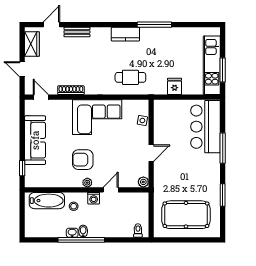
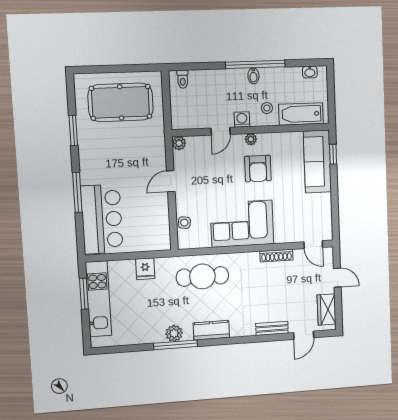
plant: (155, 34) -> (174, 333), added
cafe table: (130, 77) -> (202, 276), width x1.37, depth x1.35
sofa: (35, 140) -> (317, 162), moved
armchair: (83, 160) -> (258, 169), turned 90
washbasin: (72, 233) -> (310, 72), moved

